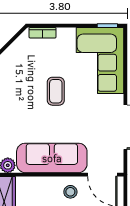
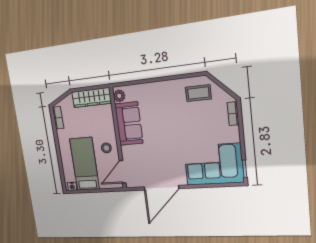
coffee table: (56, 91) -> (198, 93), moved
sofa: (52, 158) -> (129, 124), width x0.73

